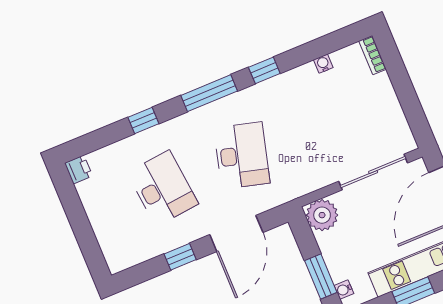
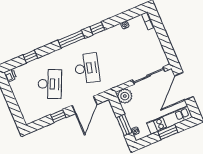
window: (143, 120) -> (30, 57), moved
desk: (163, 188) -> (50, 84), turned 30

